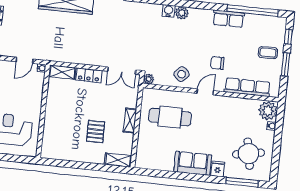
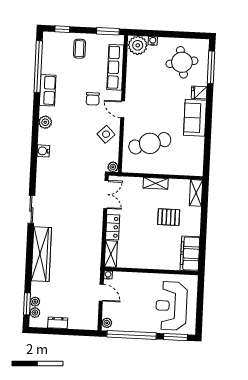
plant: (182, 13) -> (45, 122), moved
window: (285, 64) -> (108, 31), moved
cafe table: (170, 117) -> (150, 143), turned 73
filing cabinet: (58, 151) -> (190, 254), added

